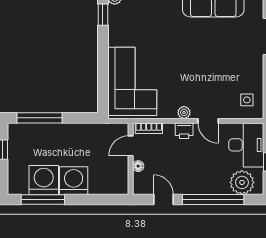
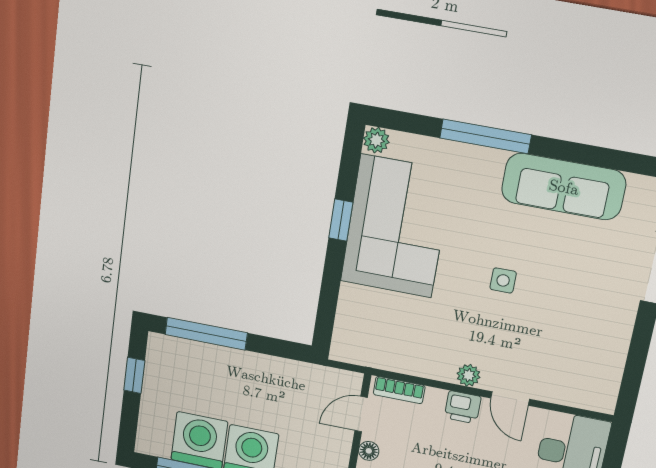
window: (103, 15) -> (341, 220), moved
corner sofa: (132, 81) -> (396, 226), moved
side table: (247, 100) -> (503, 280), moved

